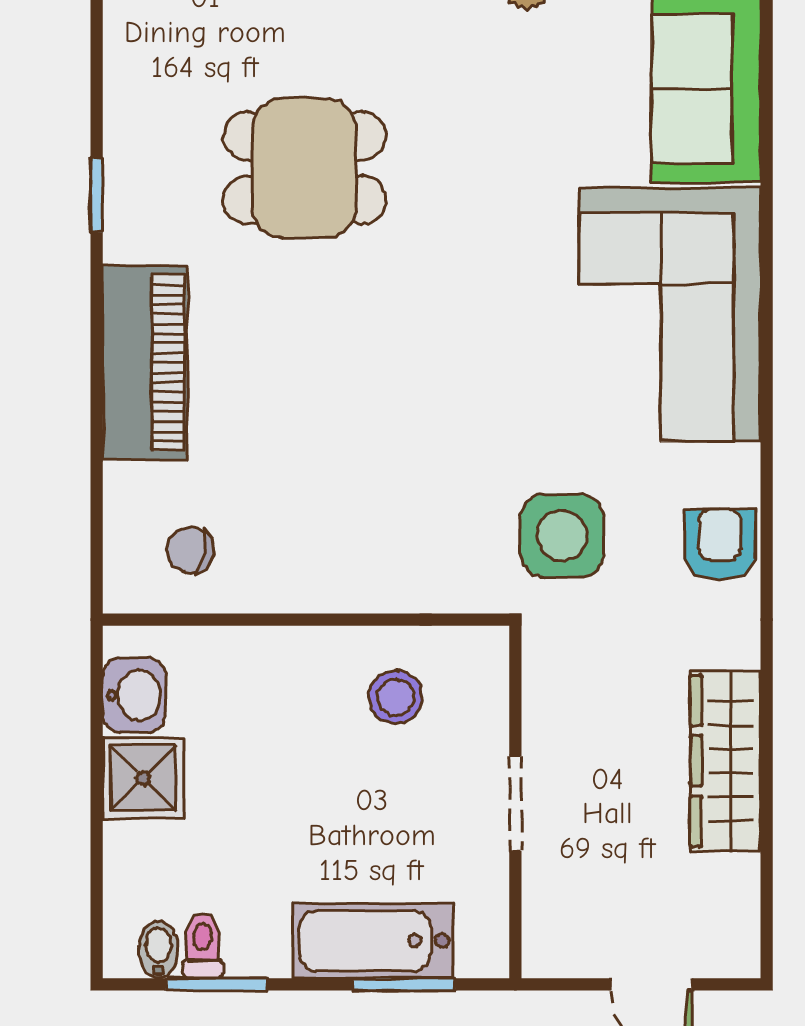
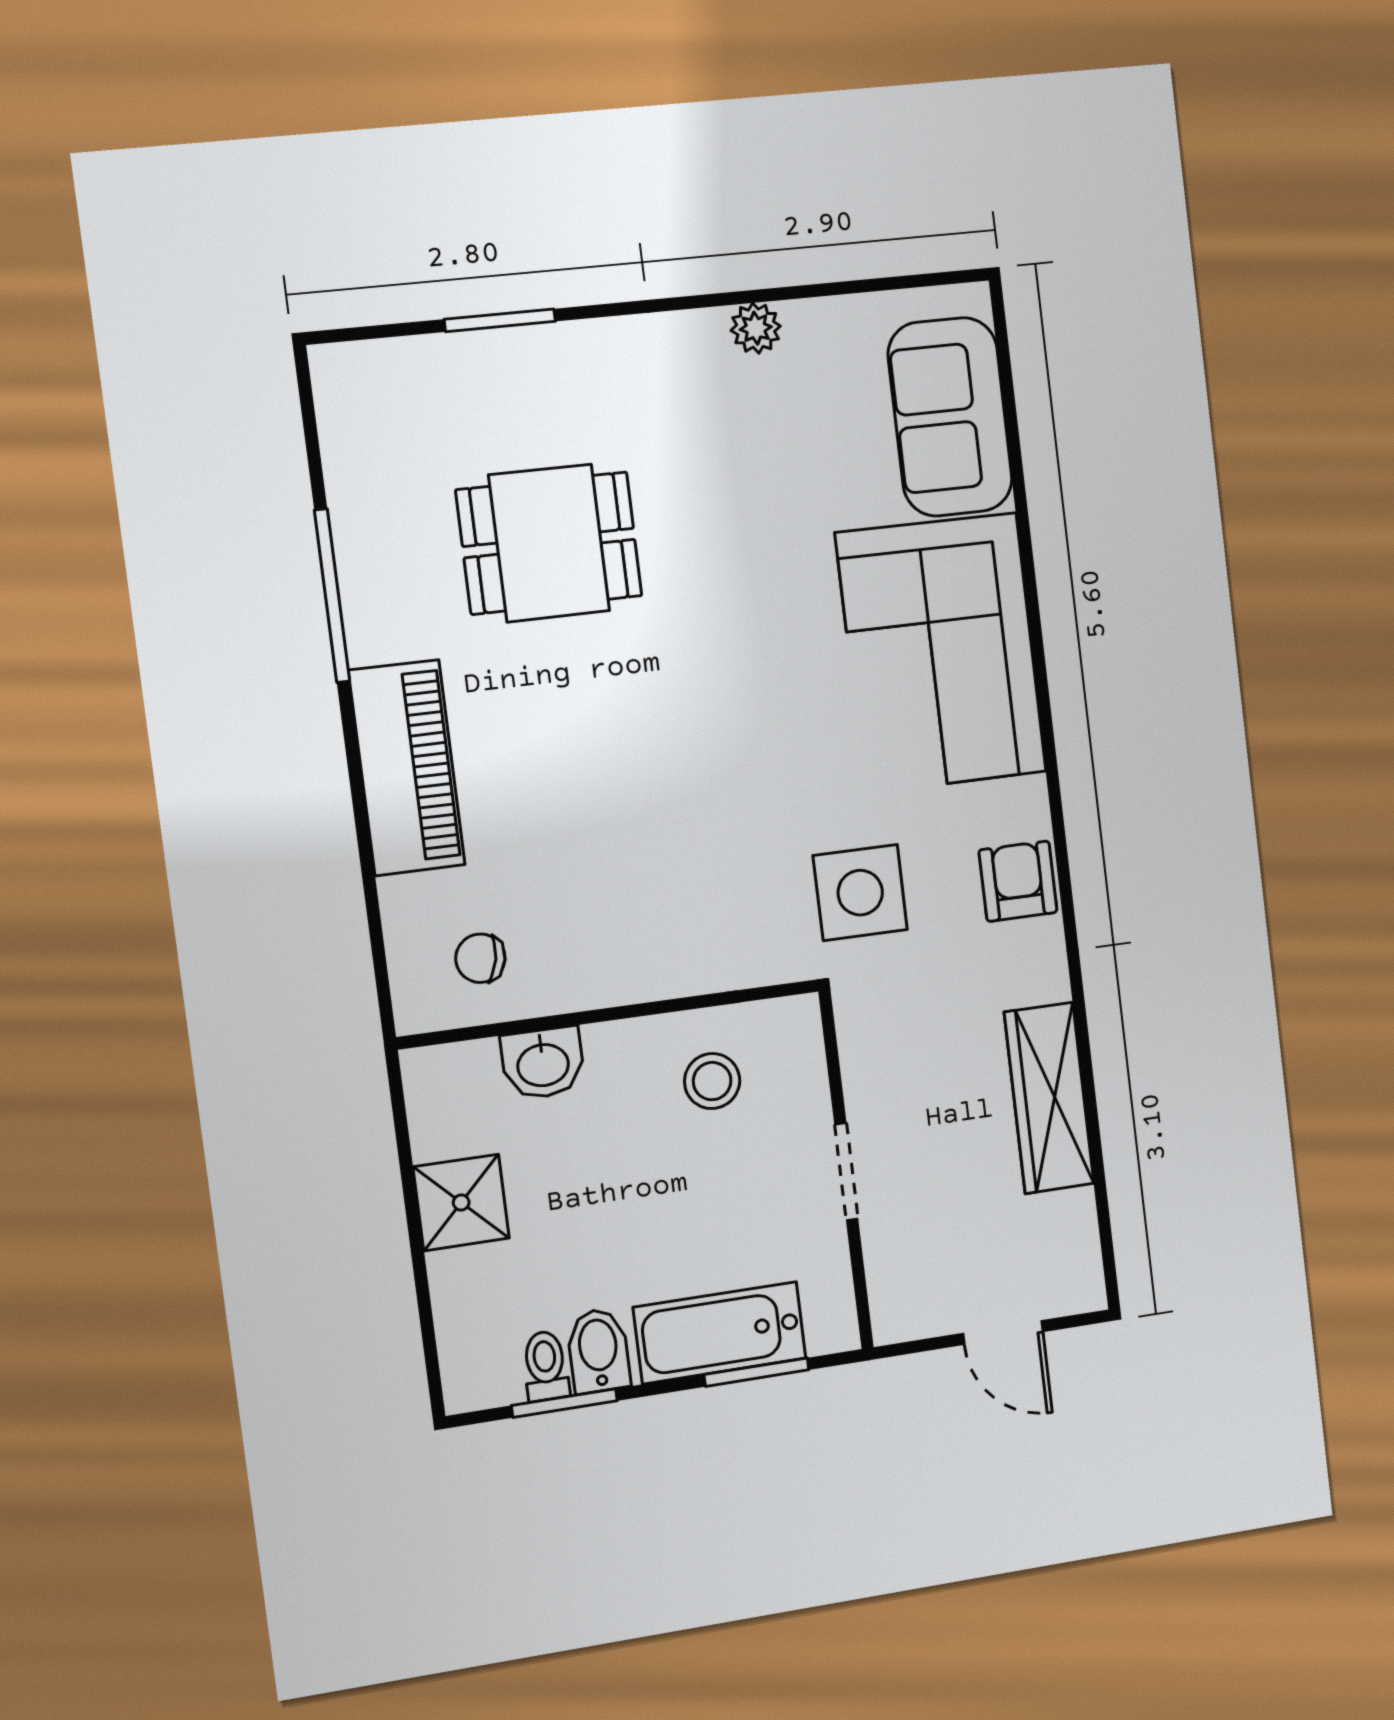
window: (97, 195) -> (332, 596), width x2.17
washbasin: (134, 695) -> (543, 1063), moved, turned 90
bidet: (158, 950) -> (598, 1351), moved, width x1.38, depth x1.36

